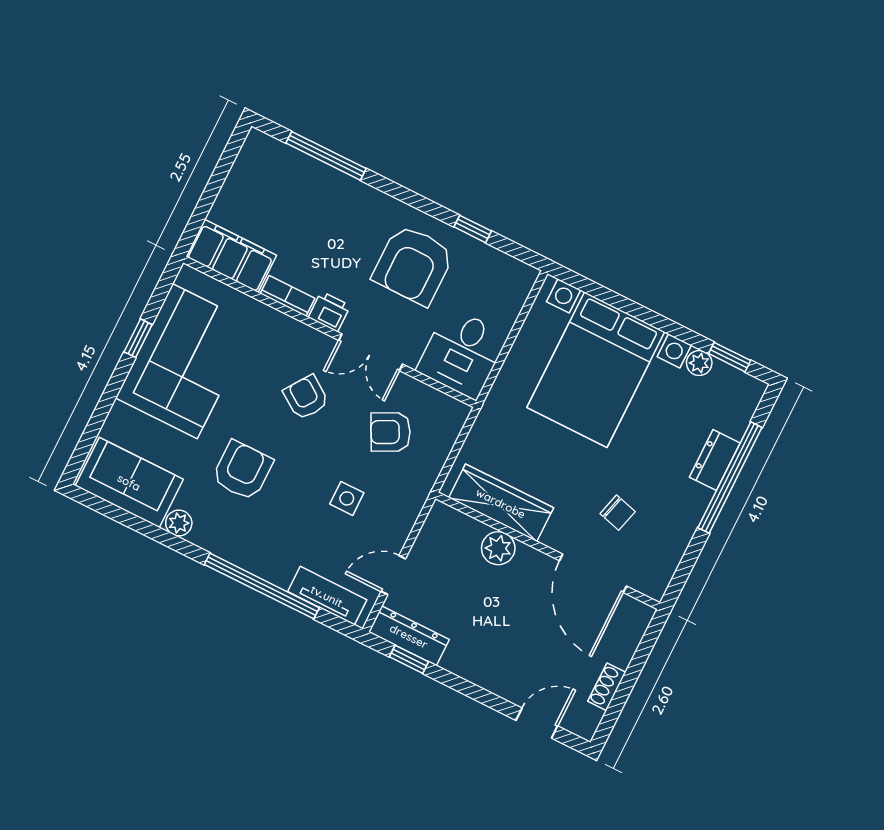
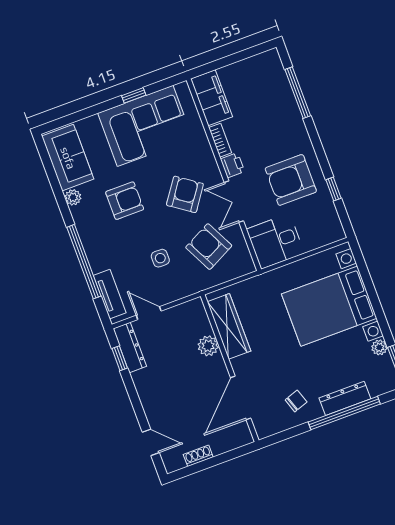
armchair: (306, 397) -> (185, 194), width x1.38, depth x1.38
armchair: (390, 432) -> (209, 247), width x1.38, depth x1.38
dresser: (715, 460) -> (345, 398), width x1.44
chair: (618, 513) -> (296, 401), moved, turned -124

